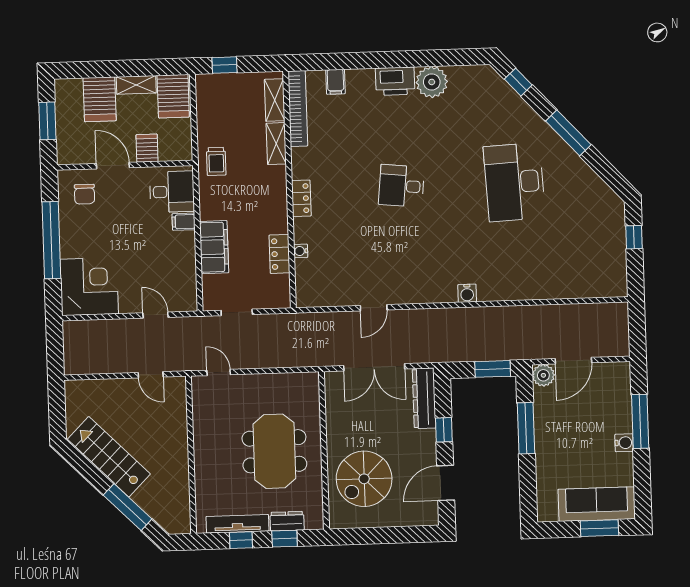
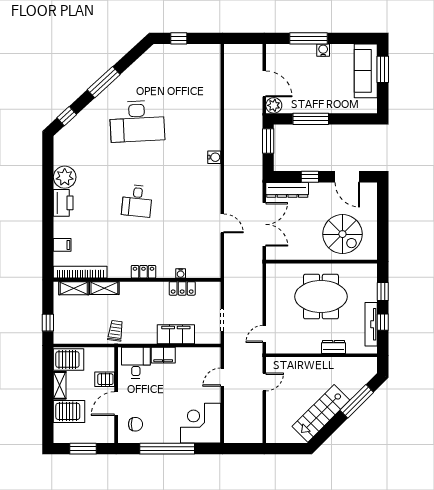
trolley: (216, 161) -> (116, 331), turned -82
filing cabinet: (184, 222) -> (163, 355), width x2.00
dresser: (287, 521) -> (334, 347), moved, turned 90

